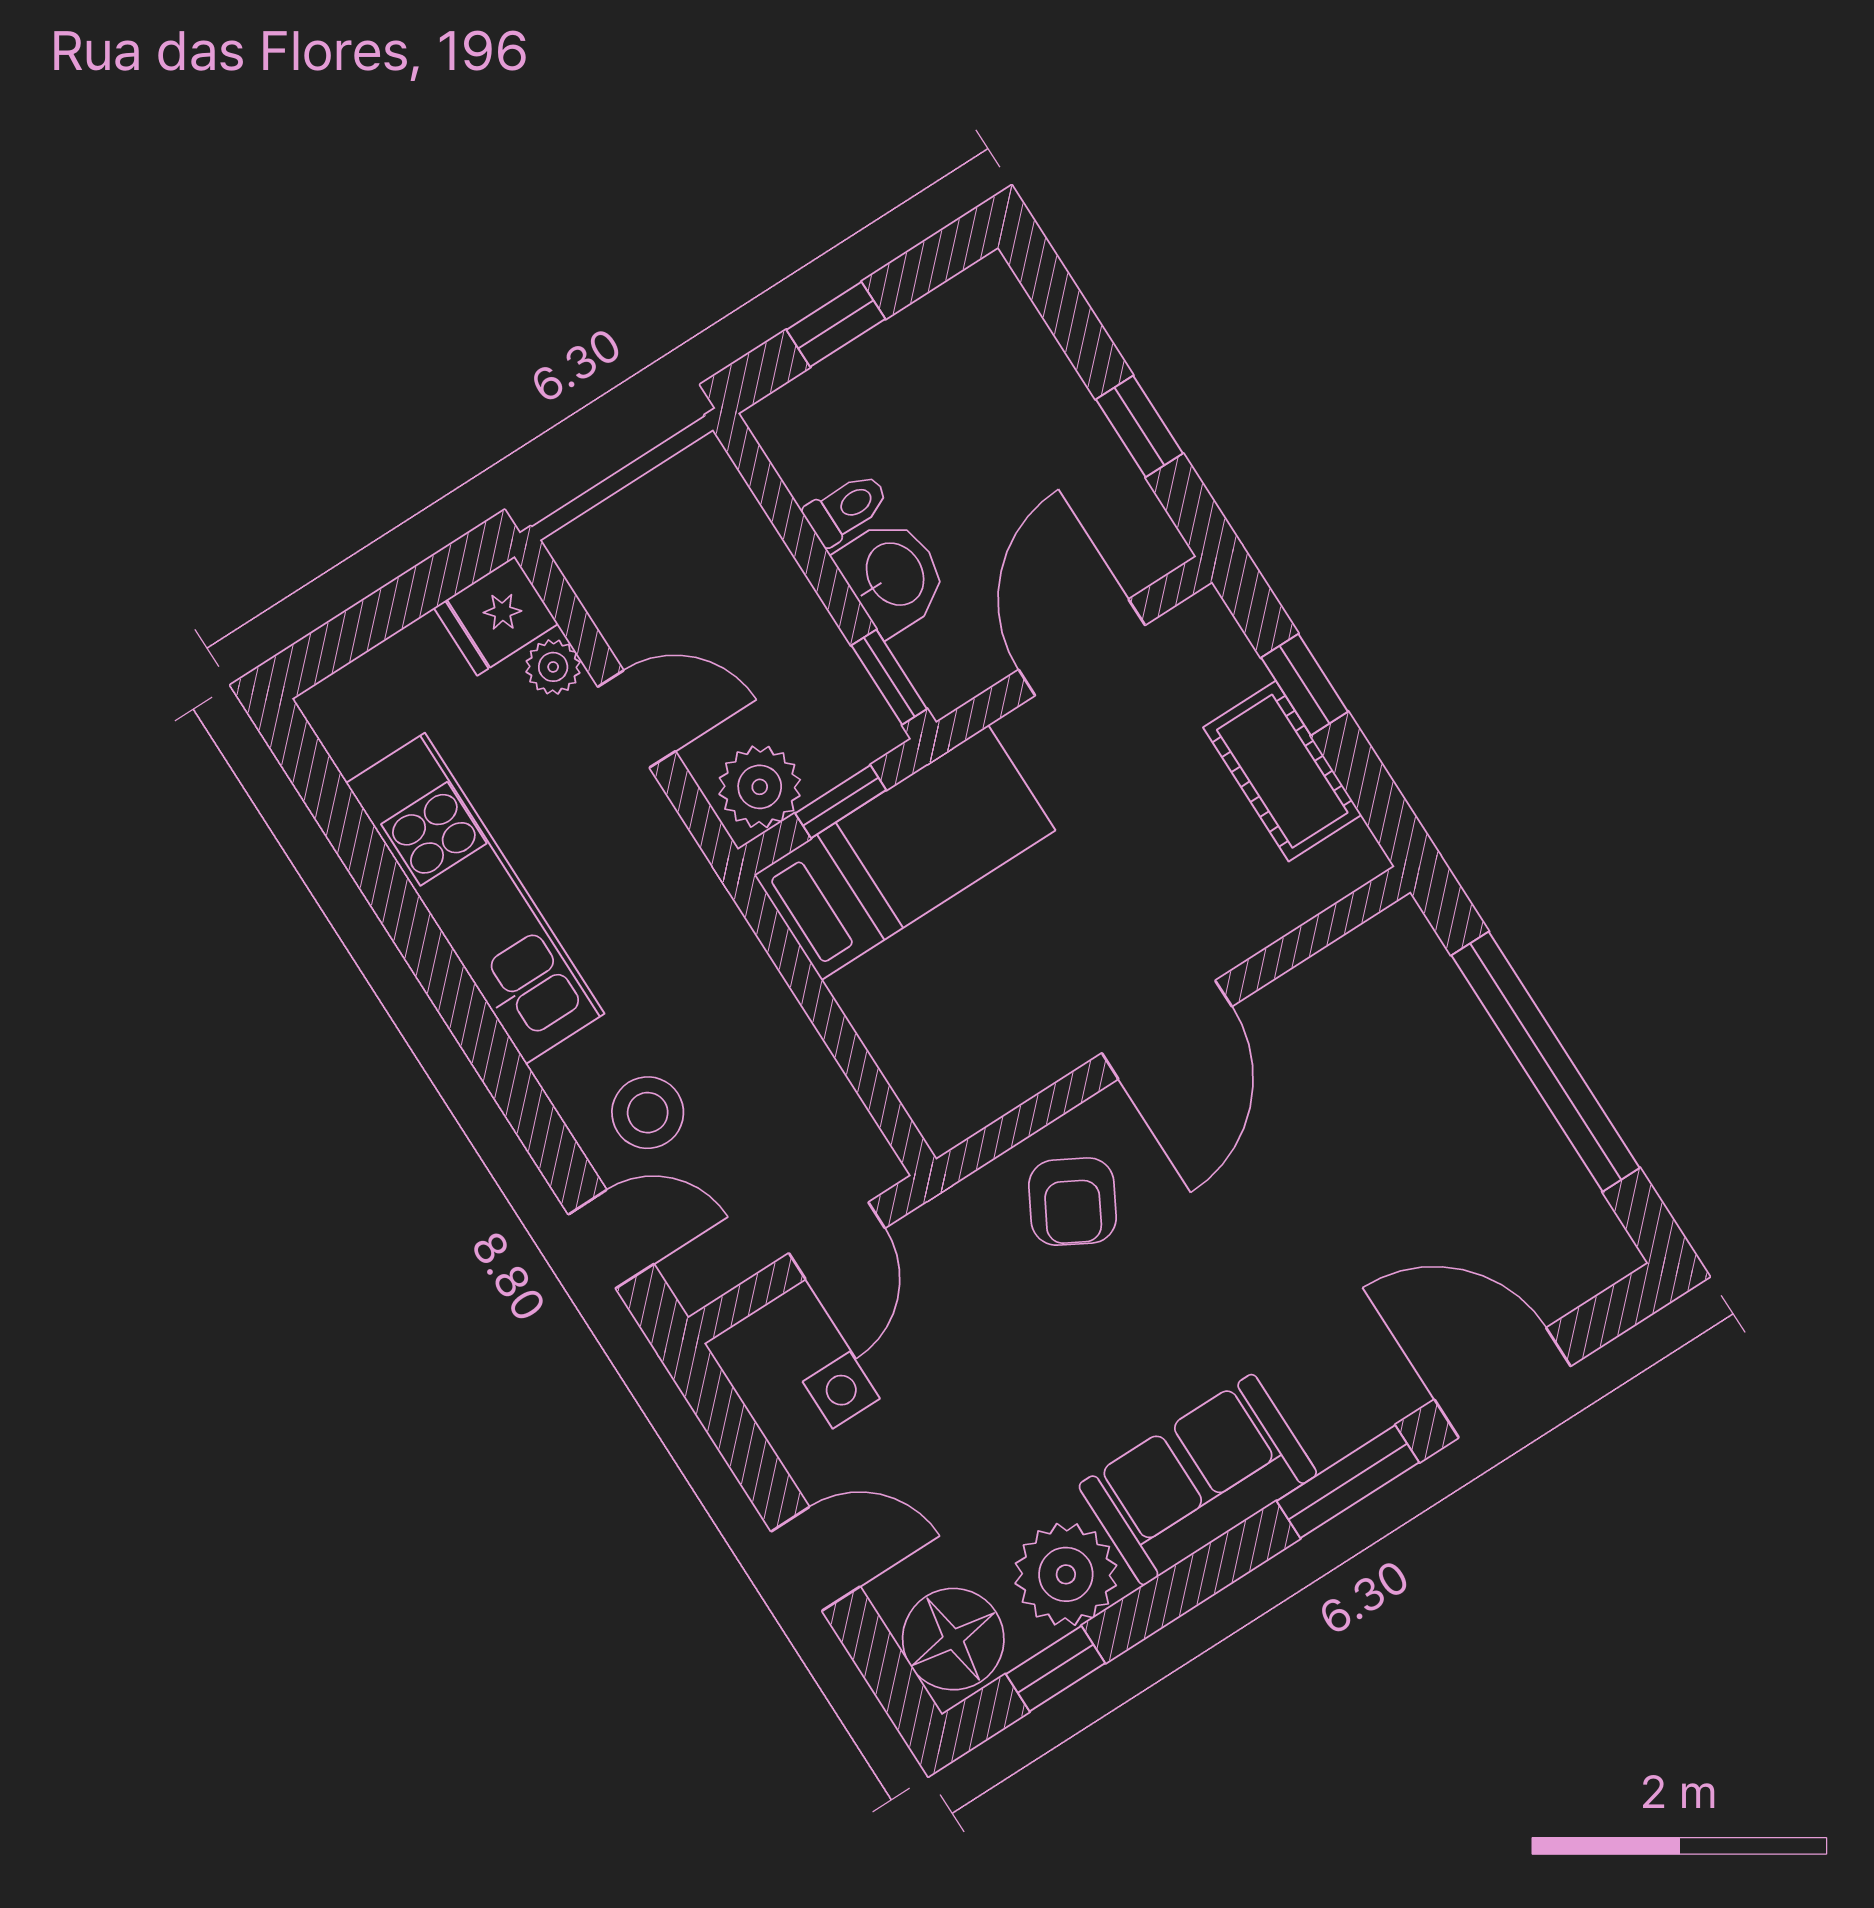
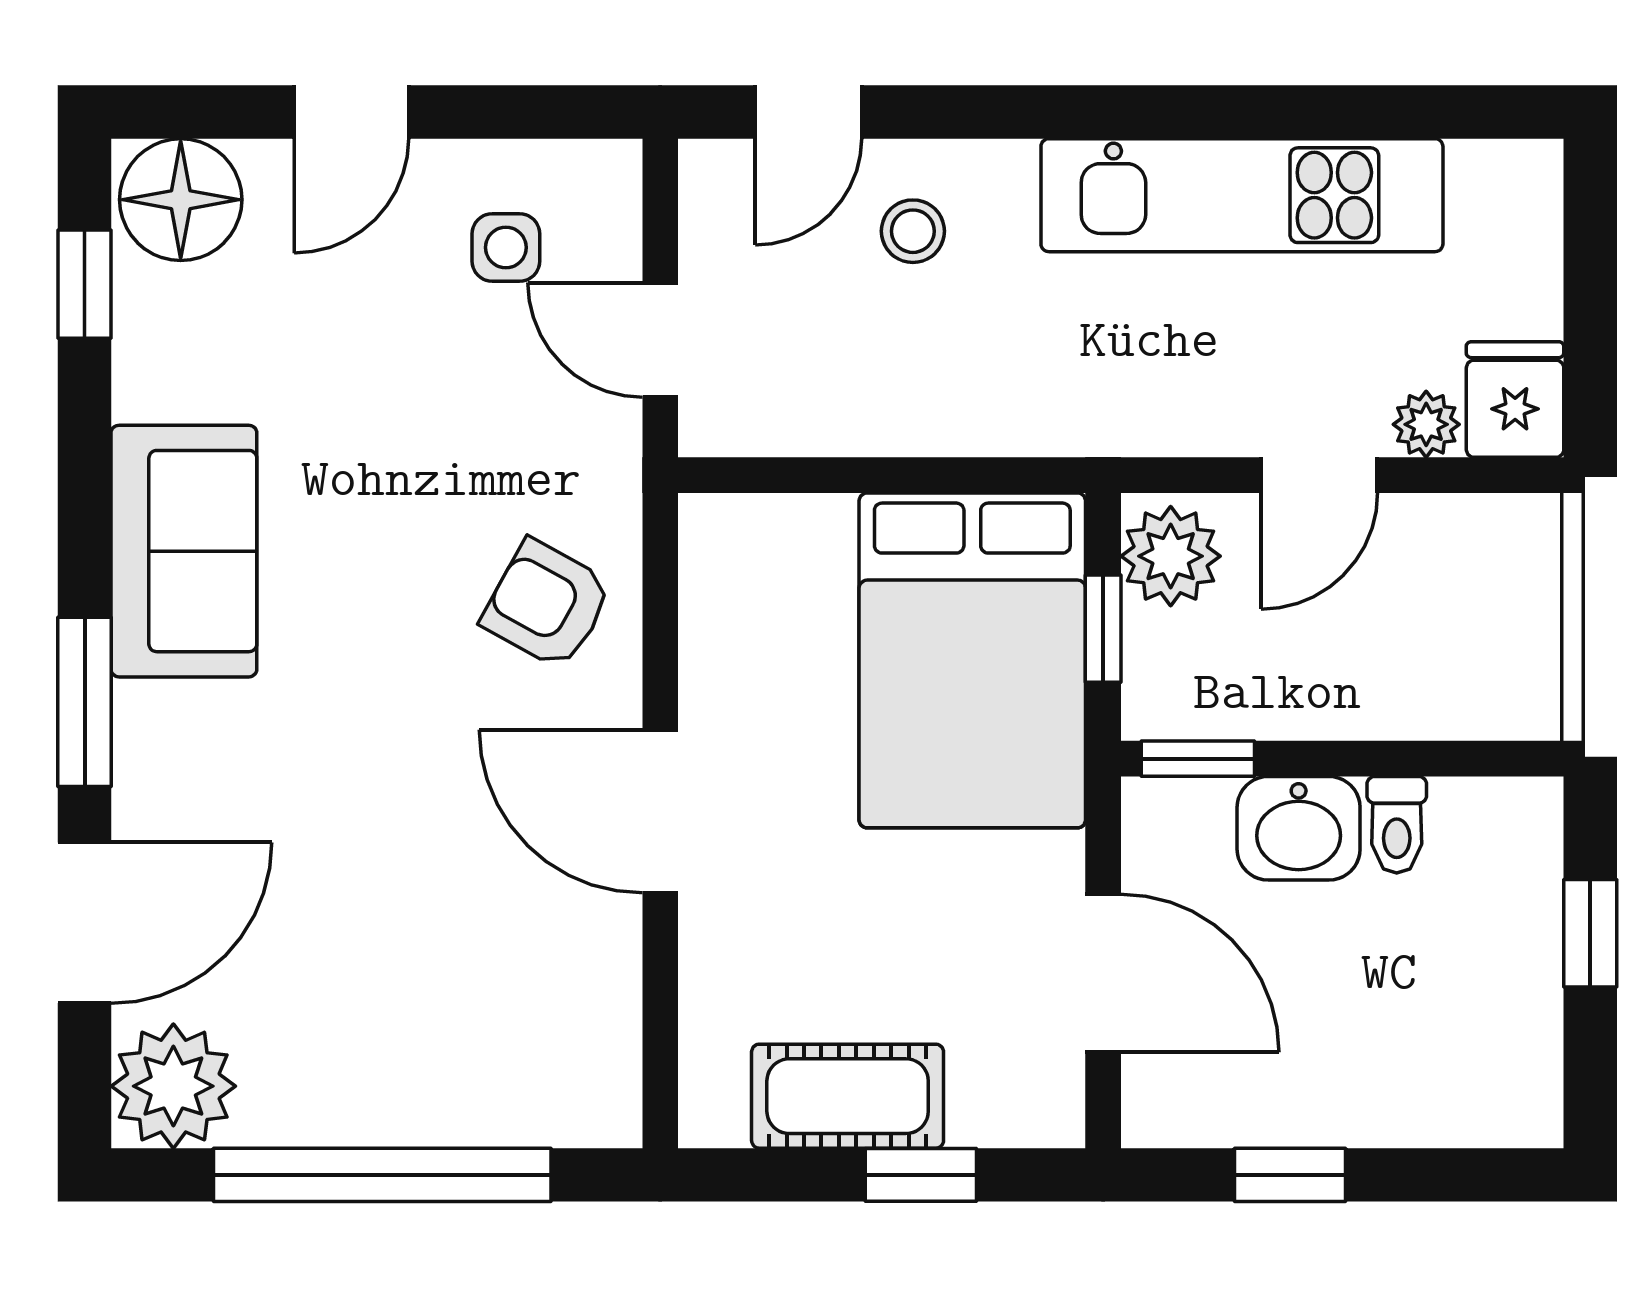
bed: (905, 853) -> (972, 660), width x1.50
stool: (648, 1113) -> (913, 231), width x0.73, depth x0.73
plant: (1066, 1574) -> (173, 1086), moved

